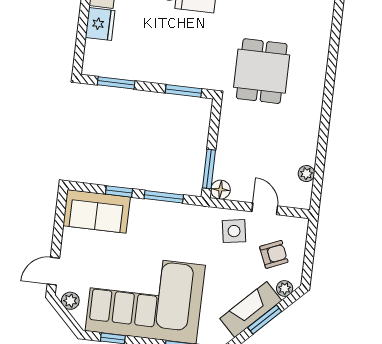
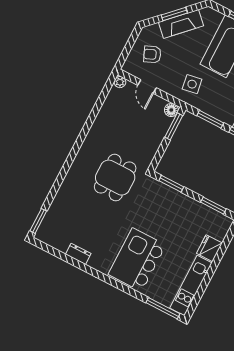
plant: (306, 174) -> (120, 82), moved
side table: (234, 231) -> (192, 84), moved
plant: (285, 288) -> (154, 29), removed

